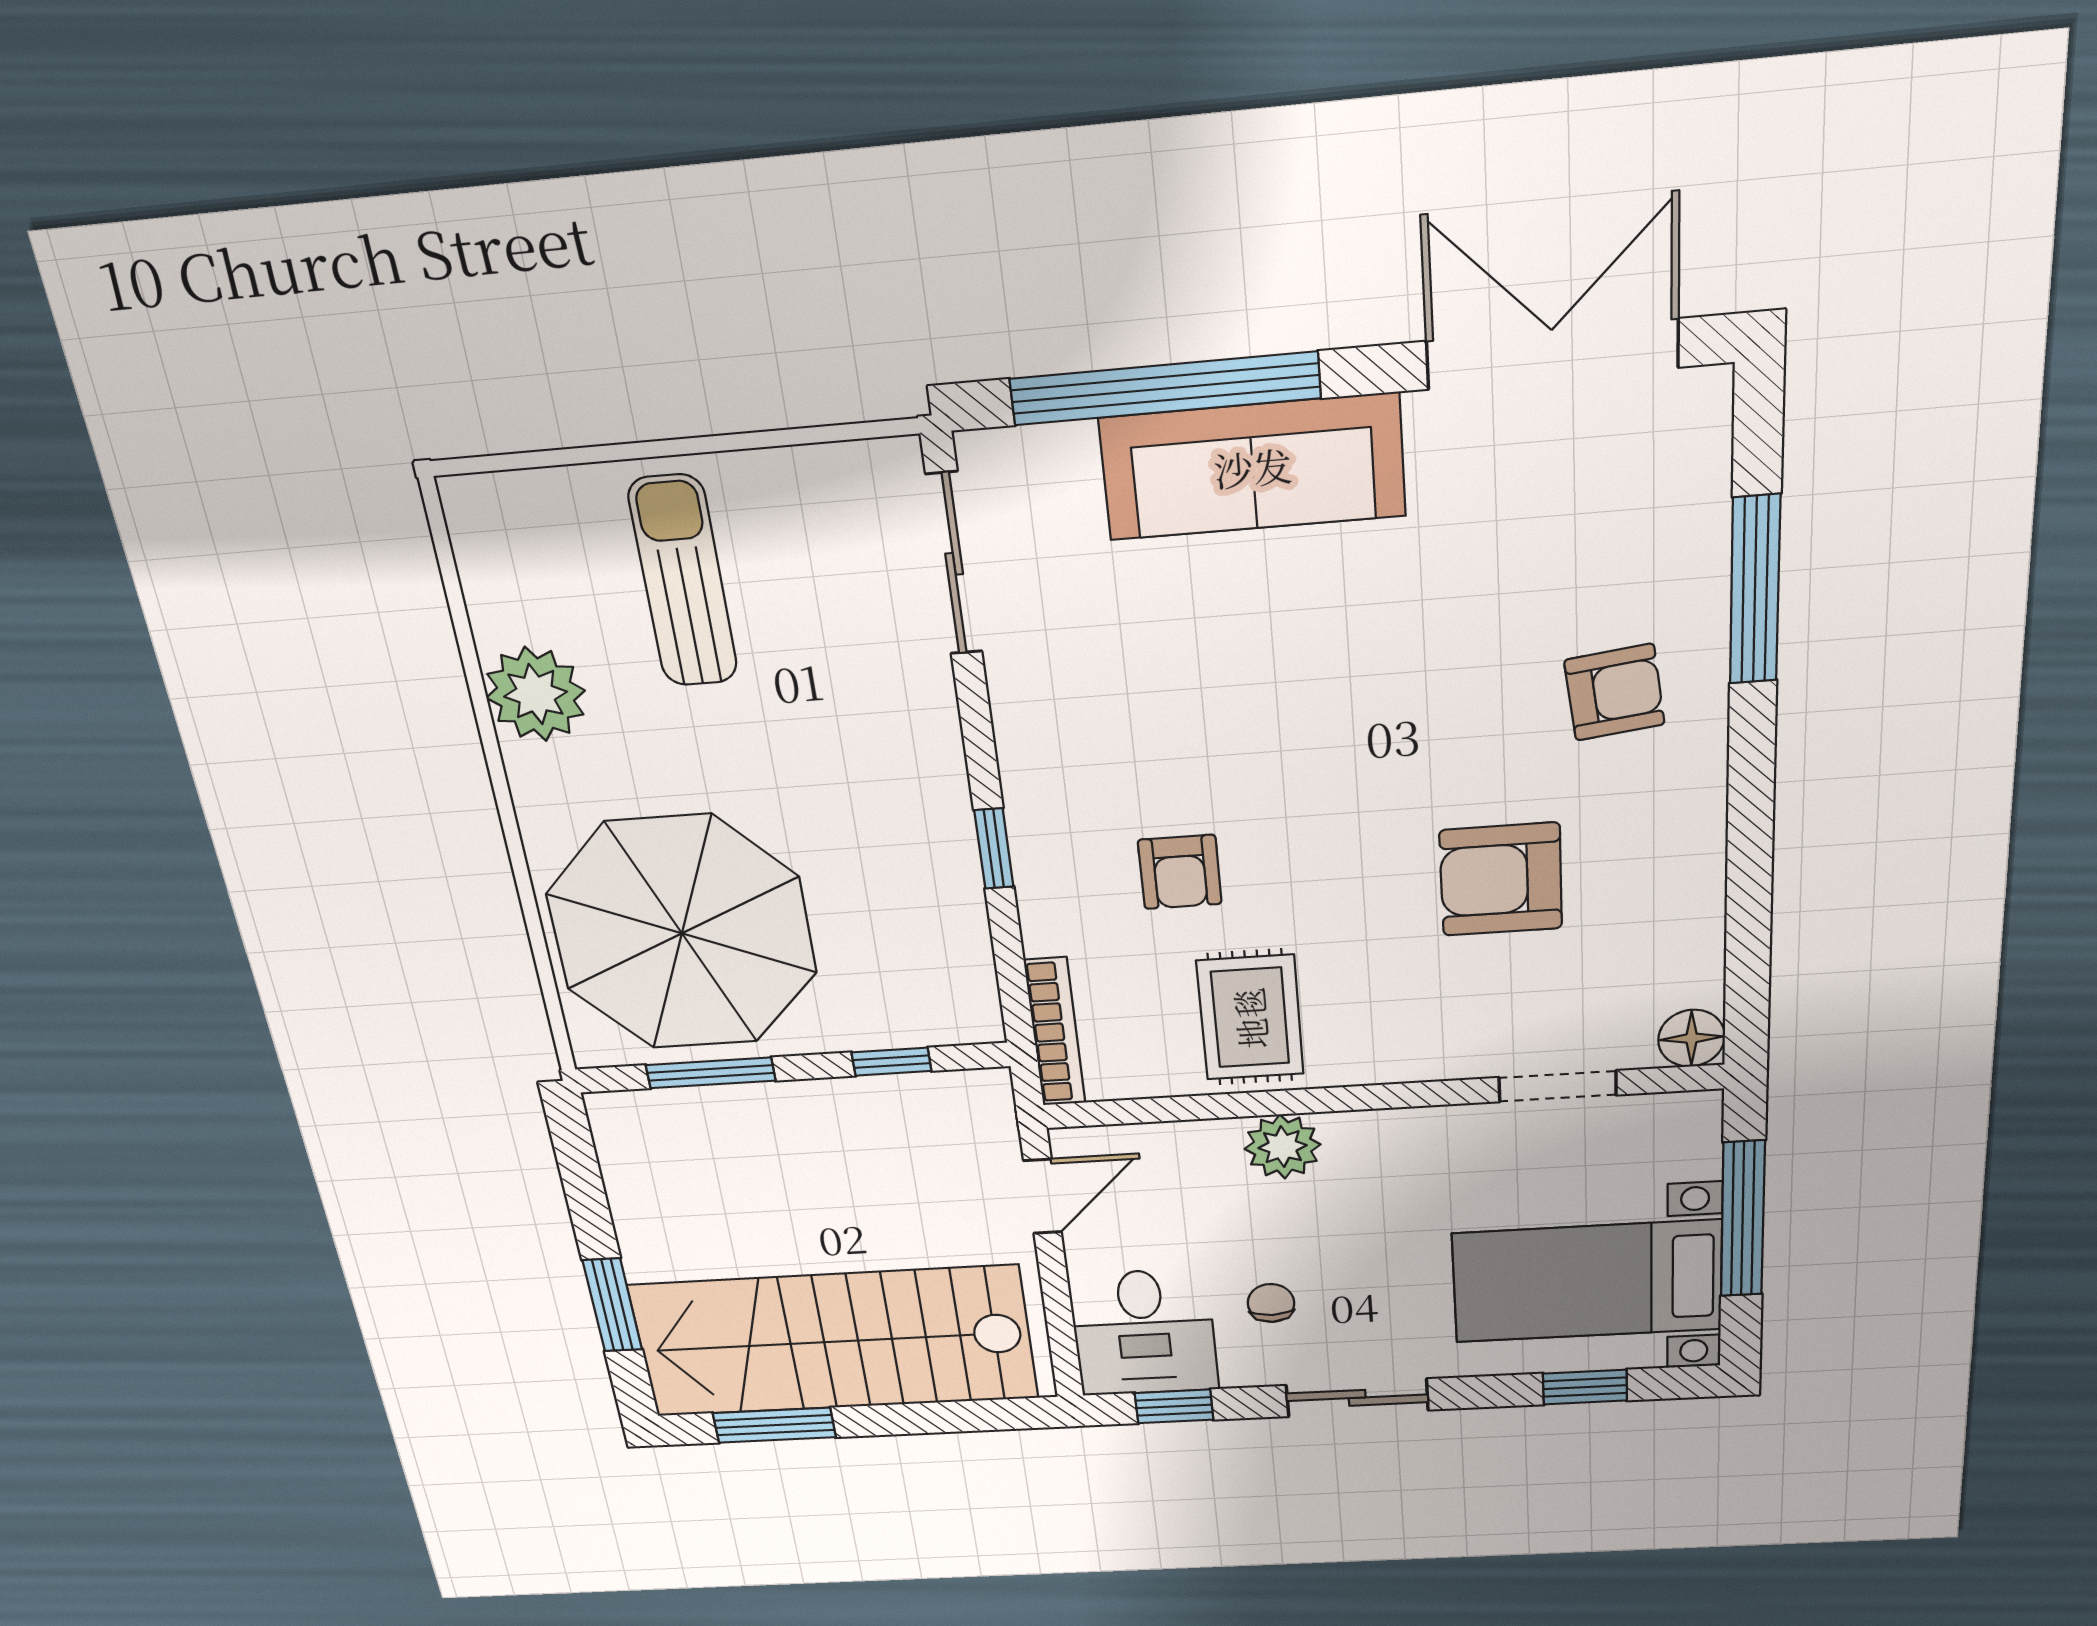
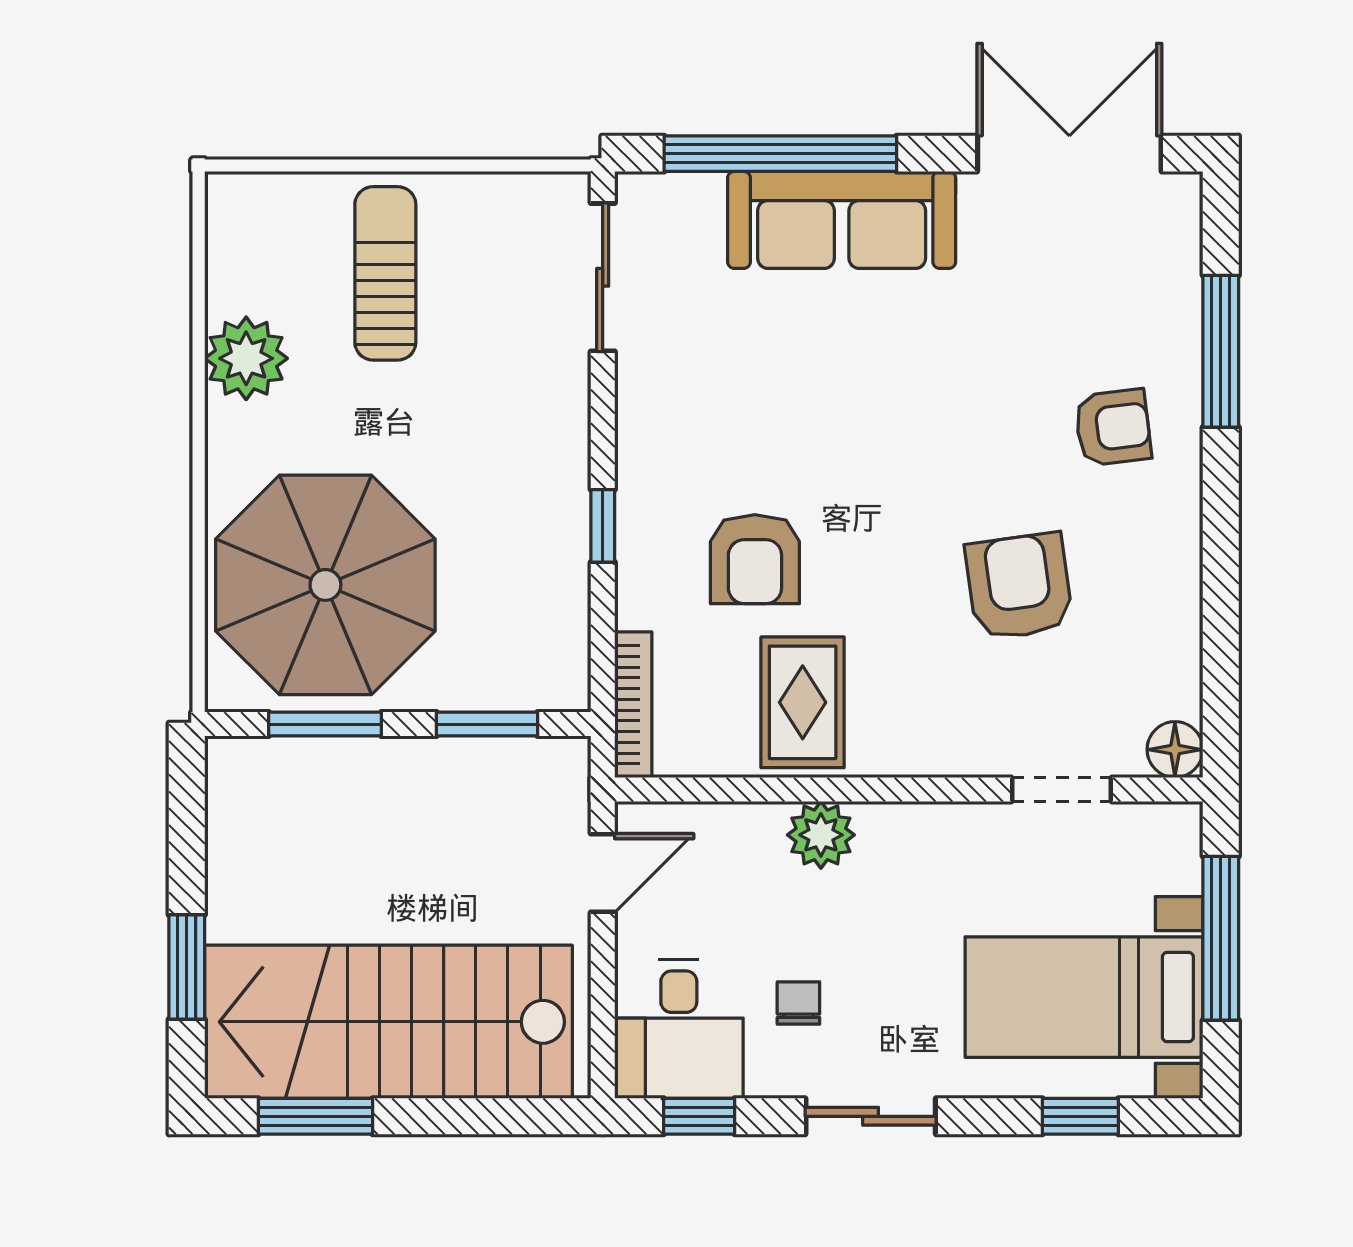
armchair: (1180, 872) -> (755, 559), width x1.38, depth x1.38
armchair: (1501, 879) -> (1019, 586), turned 82
window: (892, 1062) -> (487, 724), width x1.50

